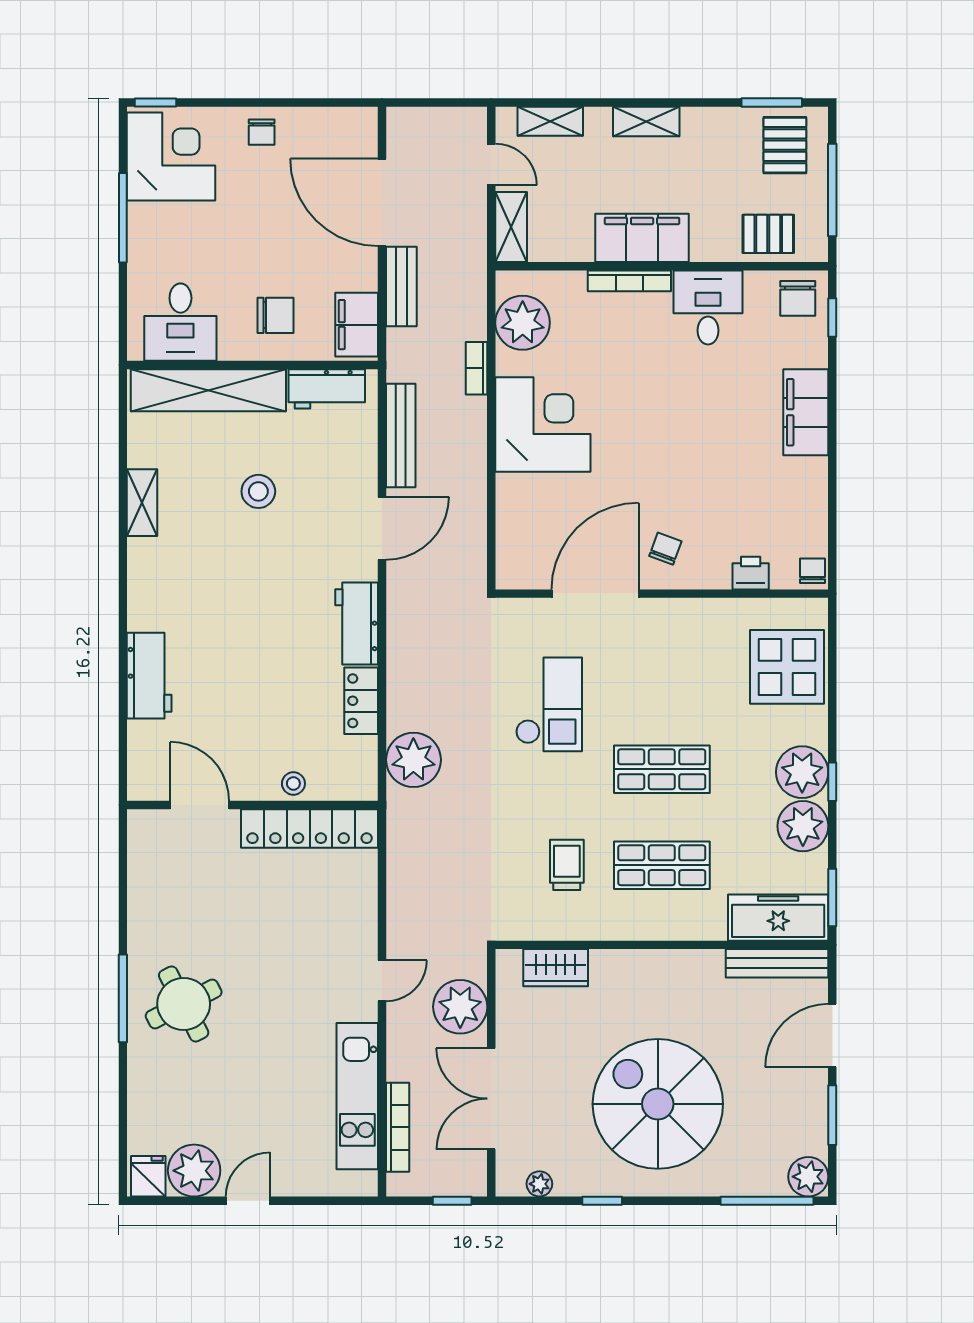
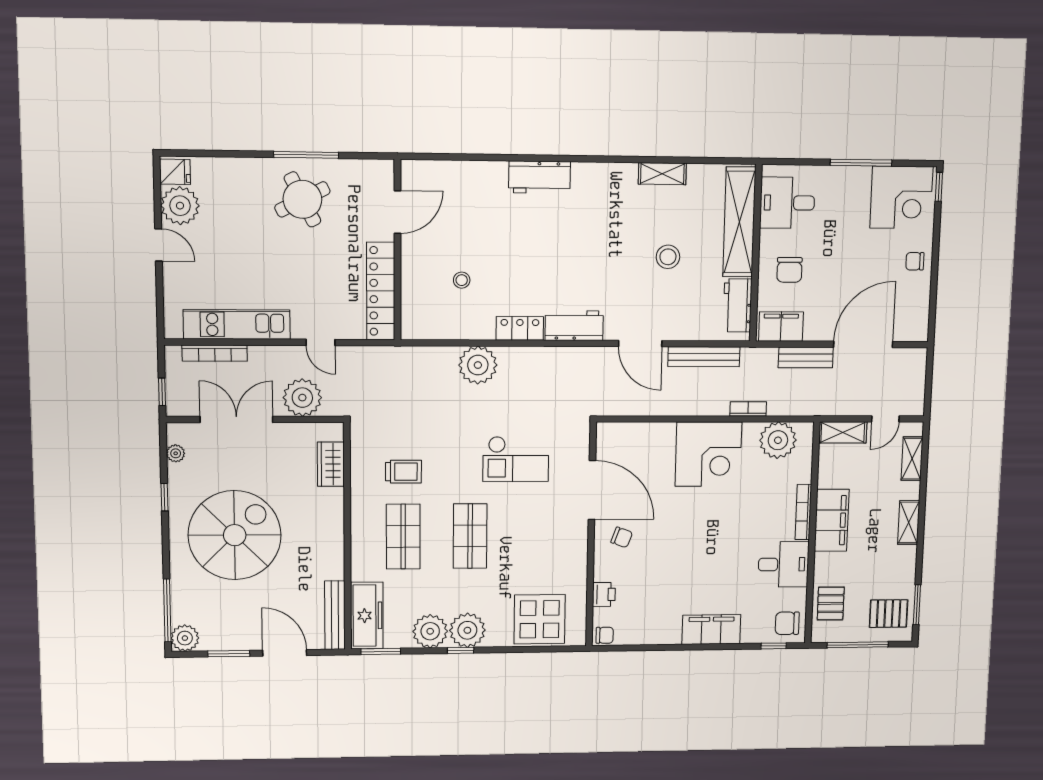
door: (200, 805) -> (397, 212), moved
wall: (252, 805) -> (397, 250), moved
locker: (310, 829) -> (381, 291), moved

